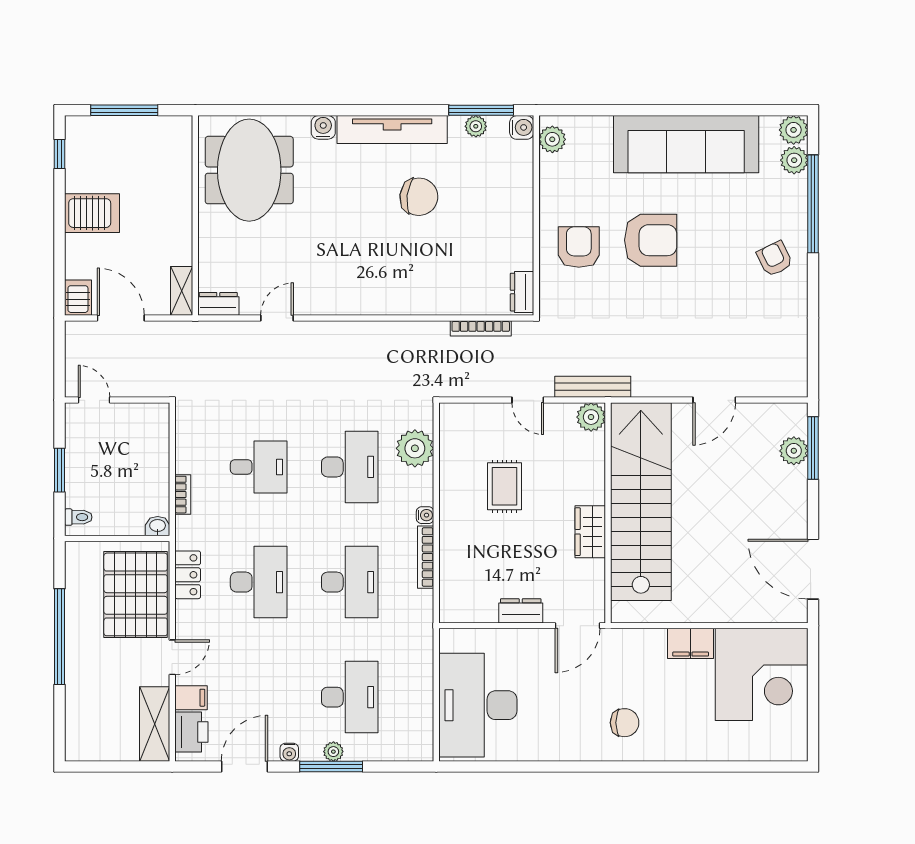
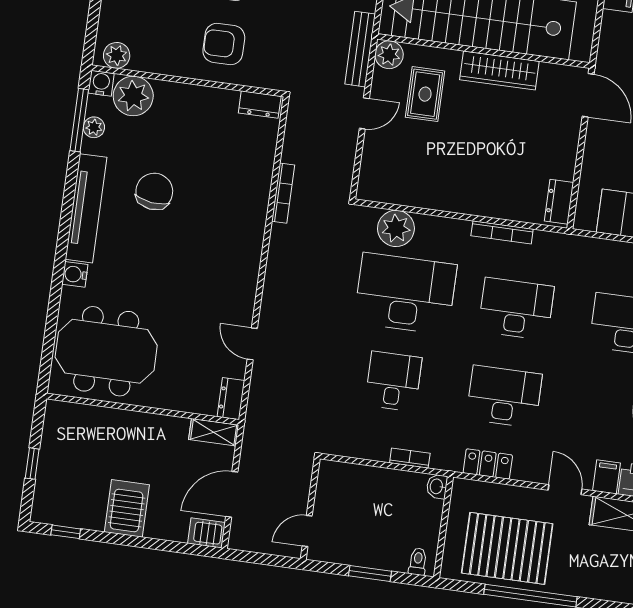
window: (124, 110) -> (32, 464), width x0.46
plant: (513, 162) -> (133, 96), added
bookcase: (481, 328) -> (283, 193), moved
desk: (350, 467) -> (405, 294), width x1.36, depth x1.30
rug: (504, 486) -> (425, 94), moved, turned 90
water cooler: (425, 515) -> (462, 227), removed
wardrobe: (590, 532) -> (499, 70), width x1.50
pallet: (136, 594) -> (507, 548), moved
dresser: (521, 611) -> (559, 202), moved

